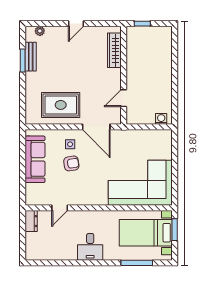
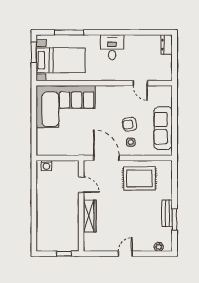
wardrobe: (114, 50) -> (90, 216), moved
bench: (31, 57) -> (167, 213), moved
door: (124, 98) -> (81, 185), hinge flipped
door: (60, 208) -> (140, 83), swing flipped
dresser: (31, 221) -> (167, 45), moved
window: (175, 230) -> (34, 52), moved

